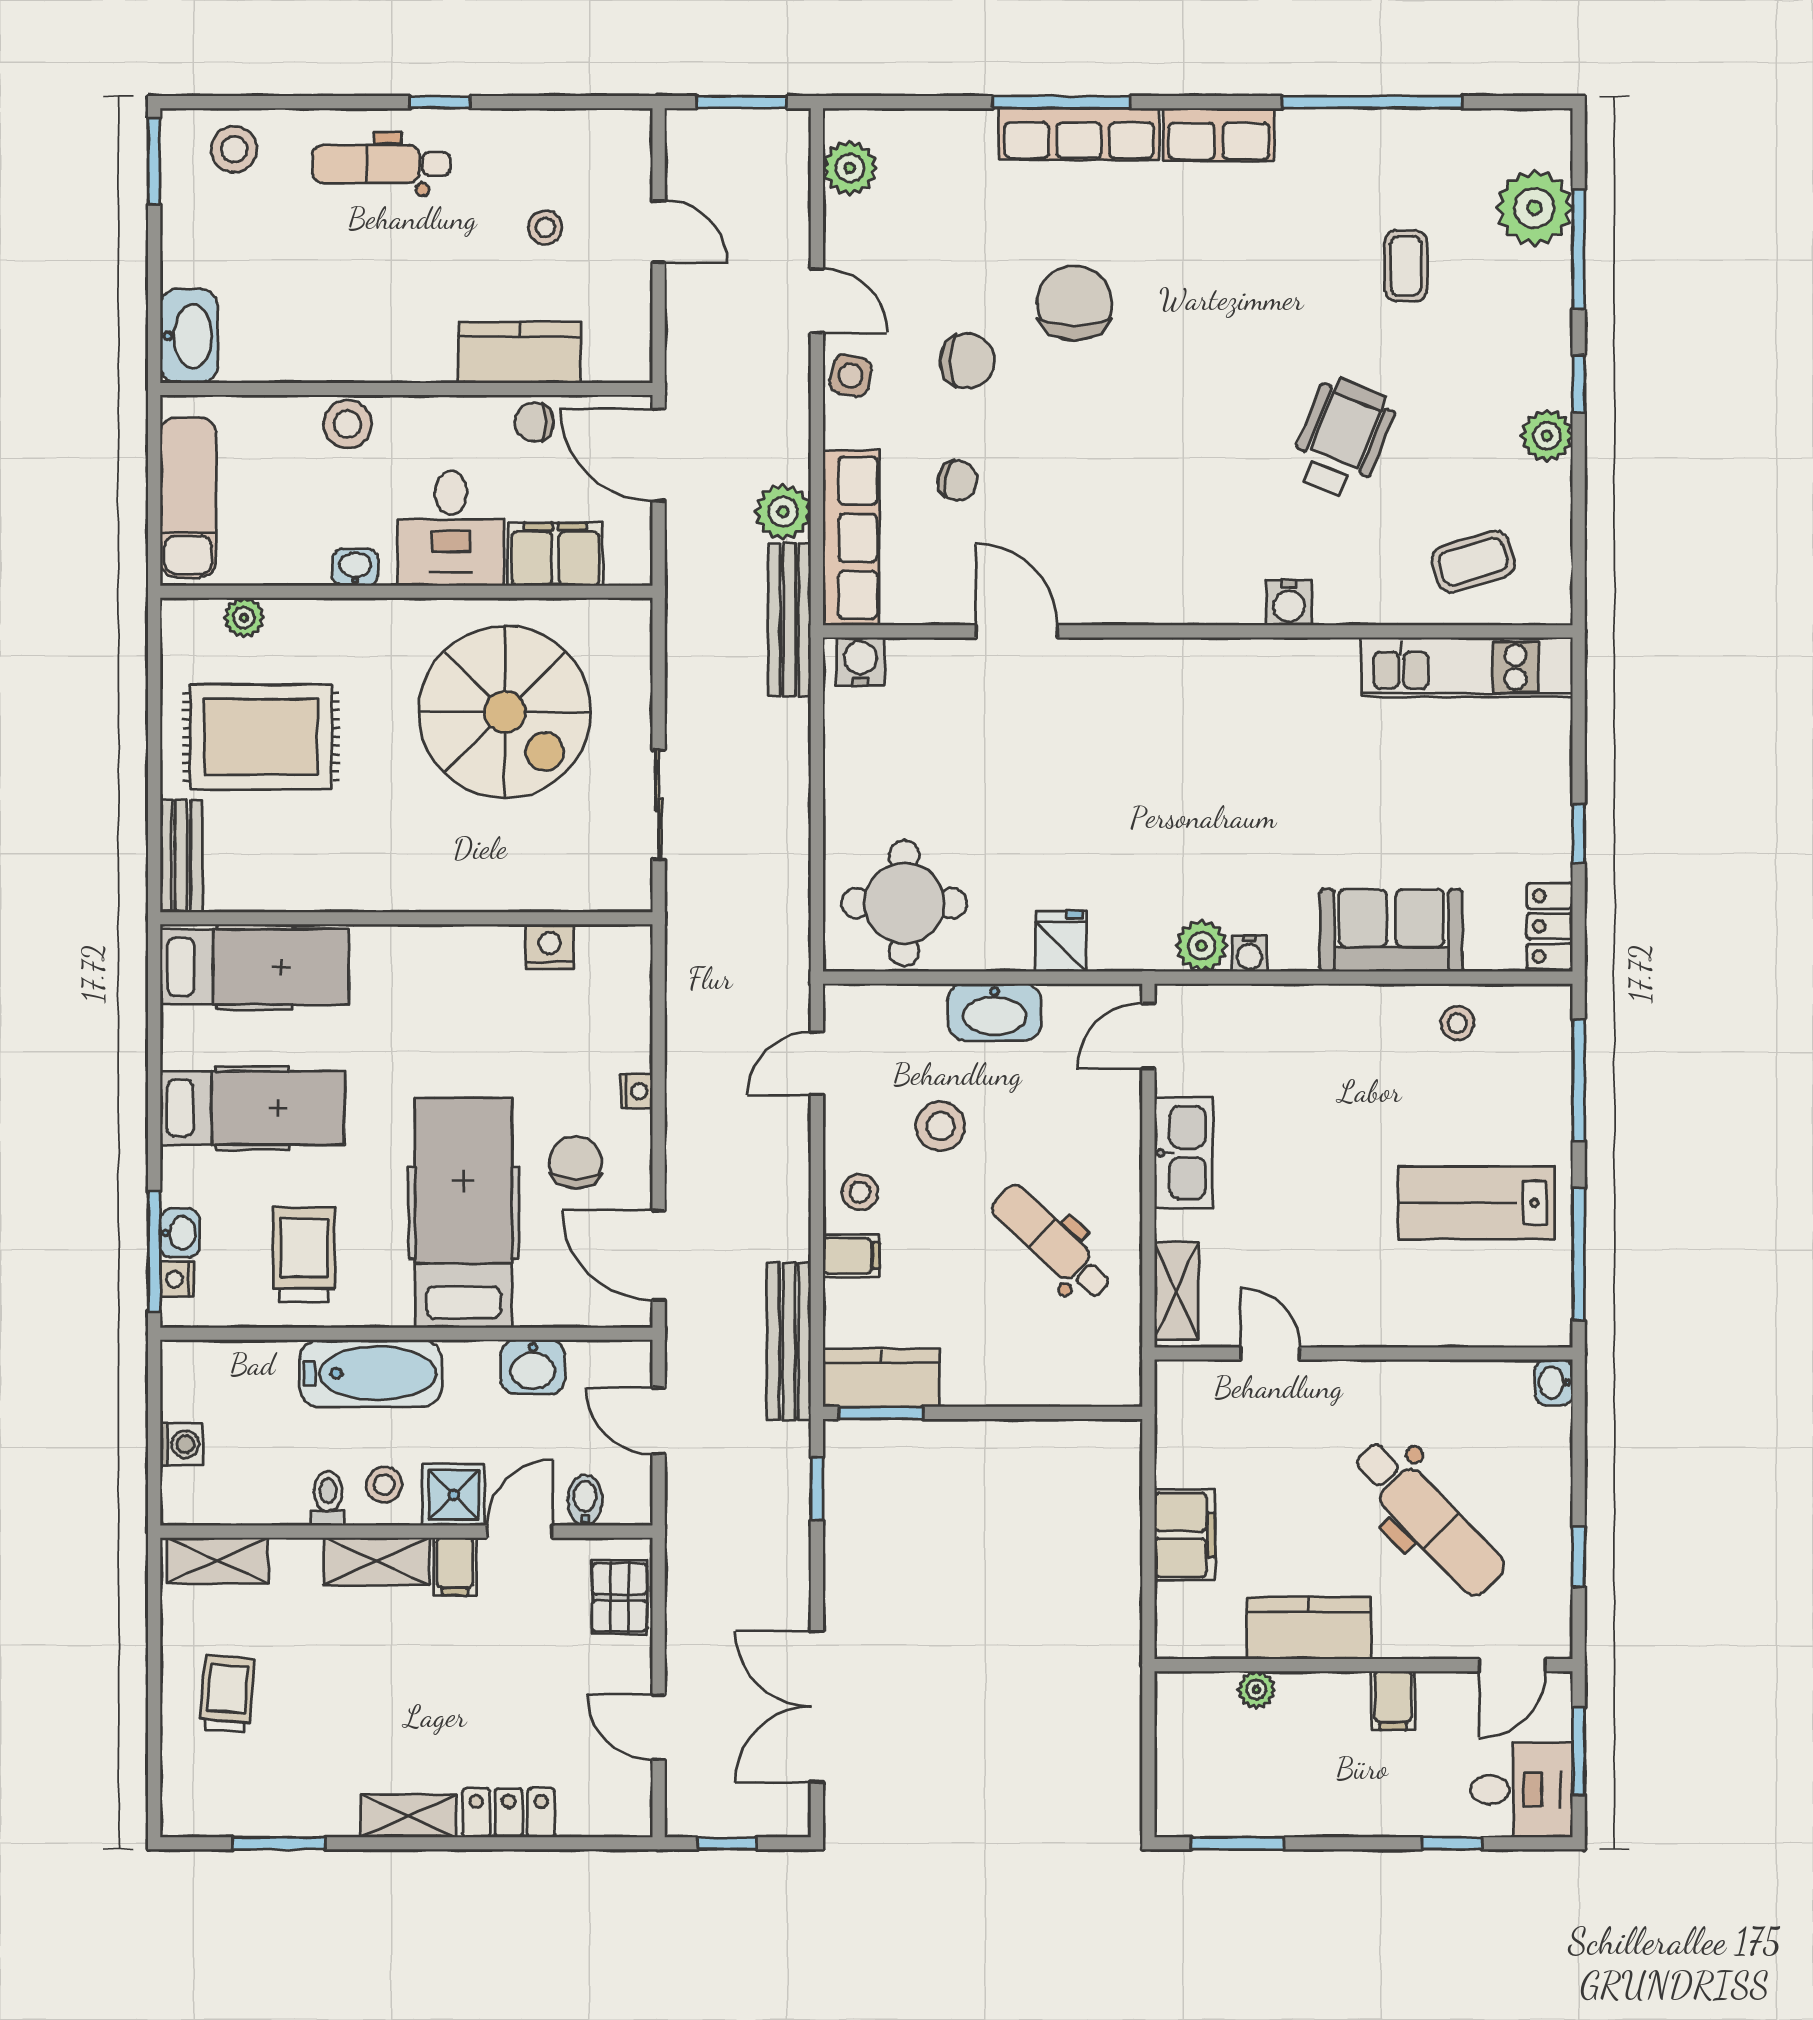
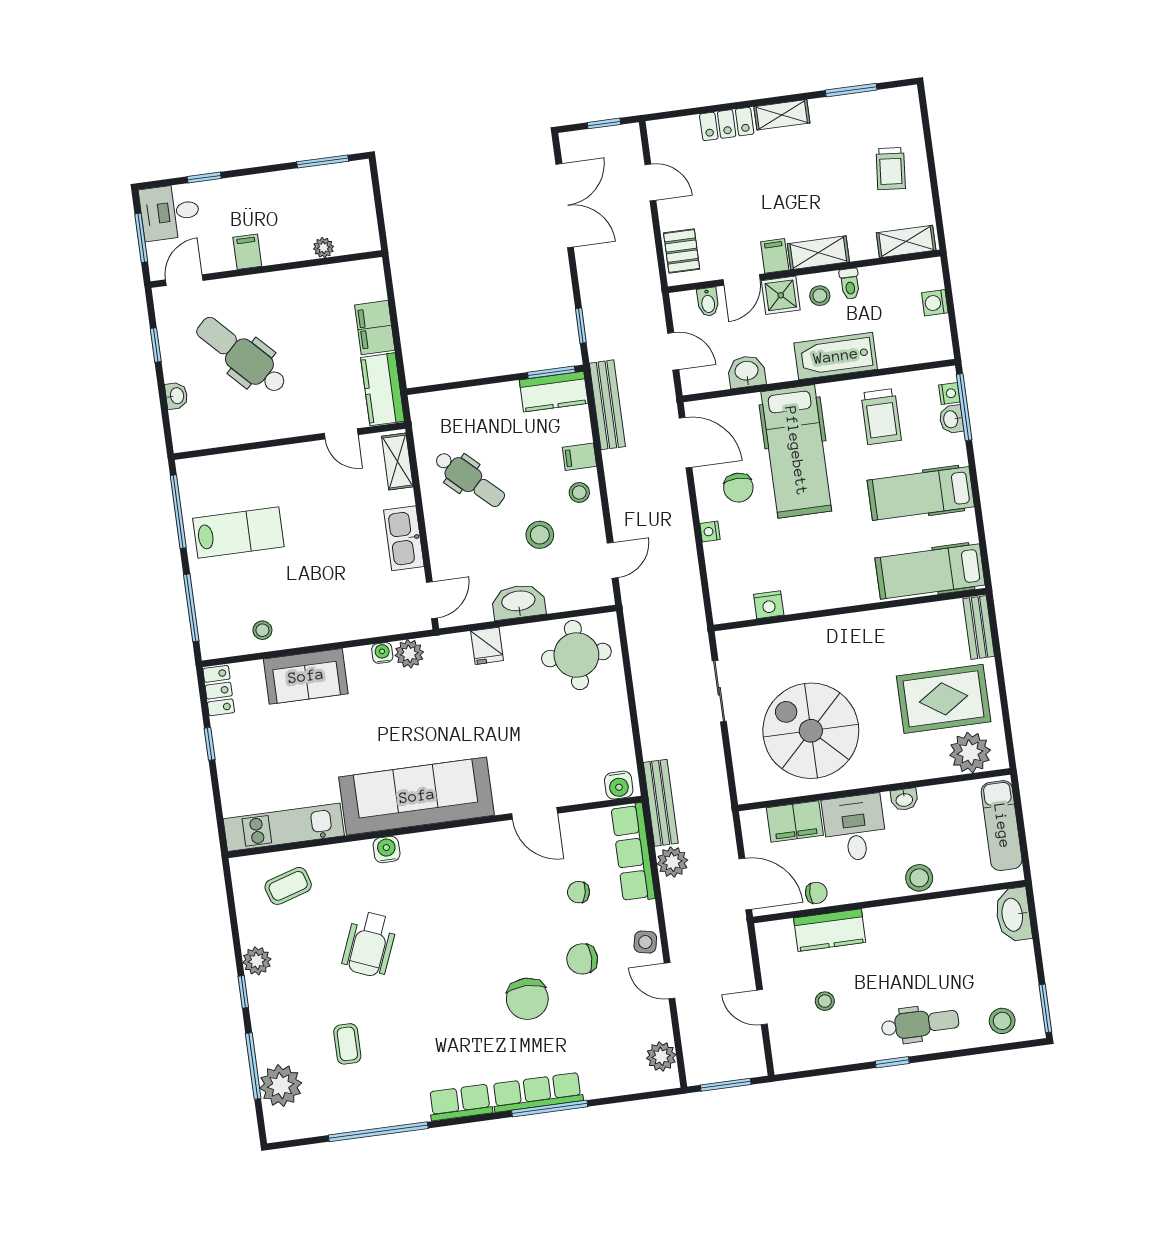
plant: (244, 618) -> (970, 753), width x1.87, depth x1.87
sofa: (1223, 691) -> (417, 796), added
washbasin: (1554, 1383) -> (176, 396), moved
kitchen counter: (1309, 1628) -> (383, 389), moved, turned 90

